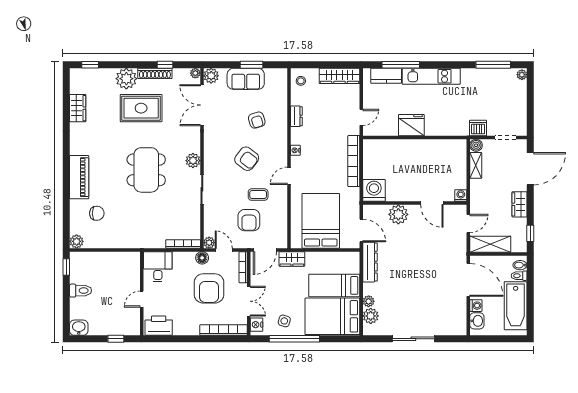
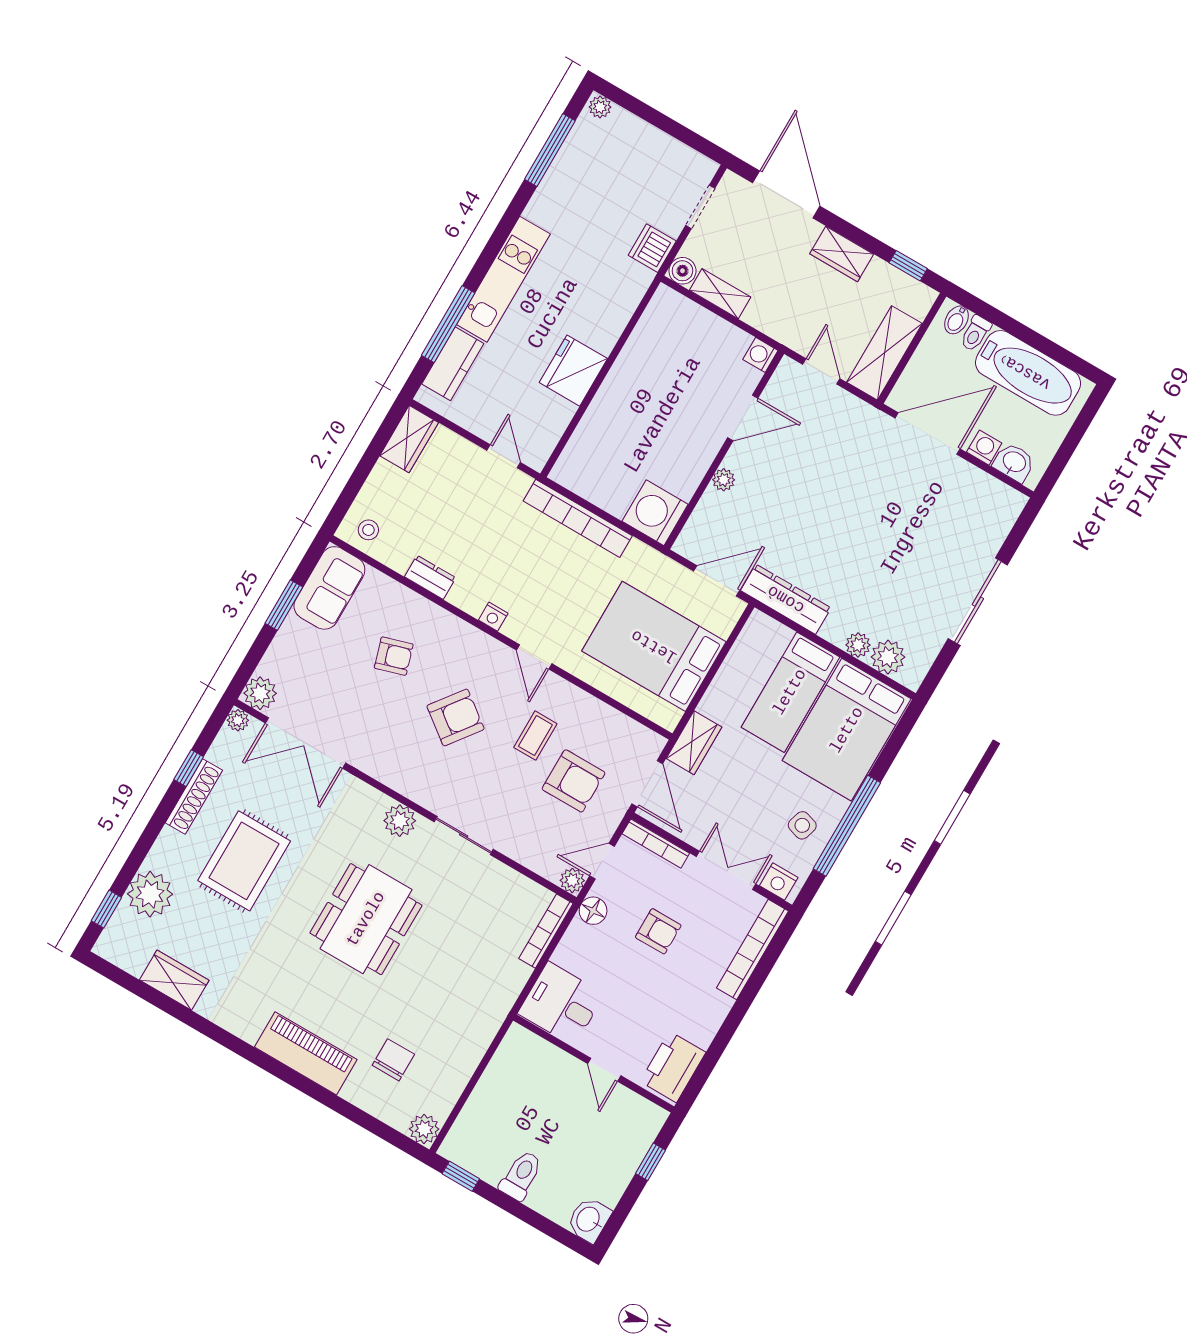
wardrobe: (339, 76) -> (409, 439), width x0.67
plant: (126, 79) -> (150, 894), moved
sofa: (246, 79) -> (329, 588), moved
dining table: (146, 170) -> (366, 919), turned 90
plant: (398, 214) -> (724, 480), width x0.53, depth x0.53
armchair: (209, 288) -> (658, 931), width x0.53, depth x0.53

